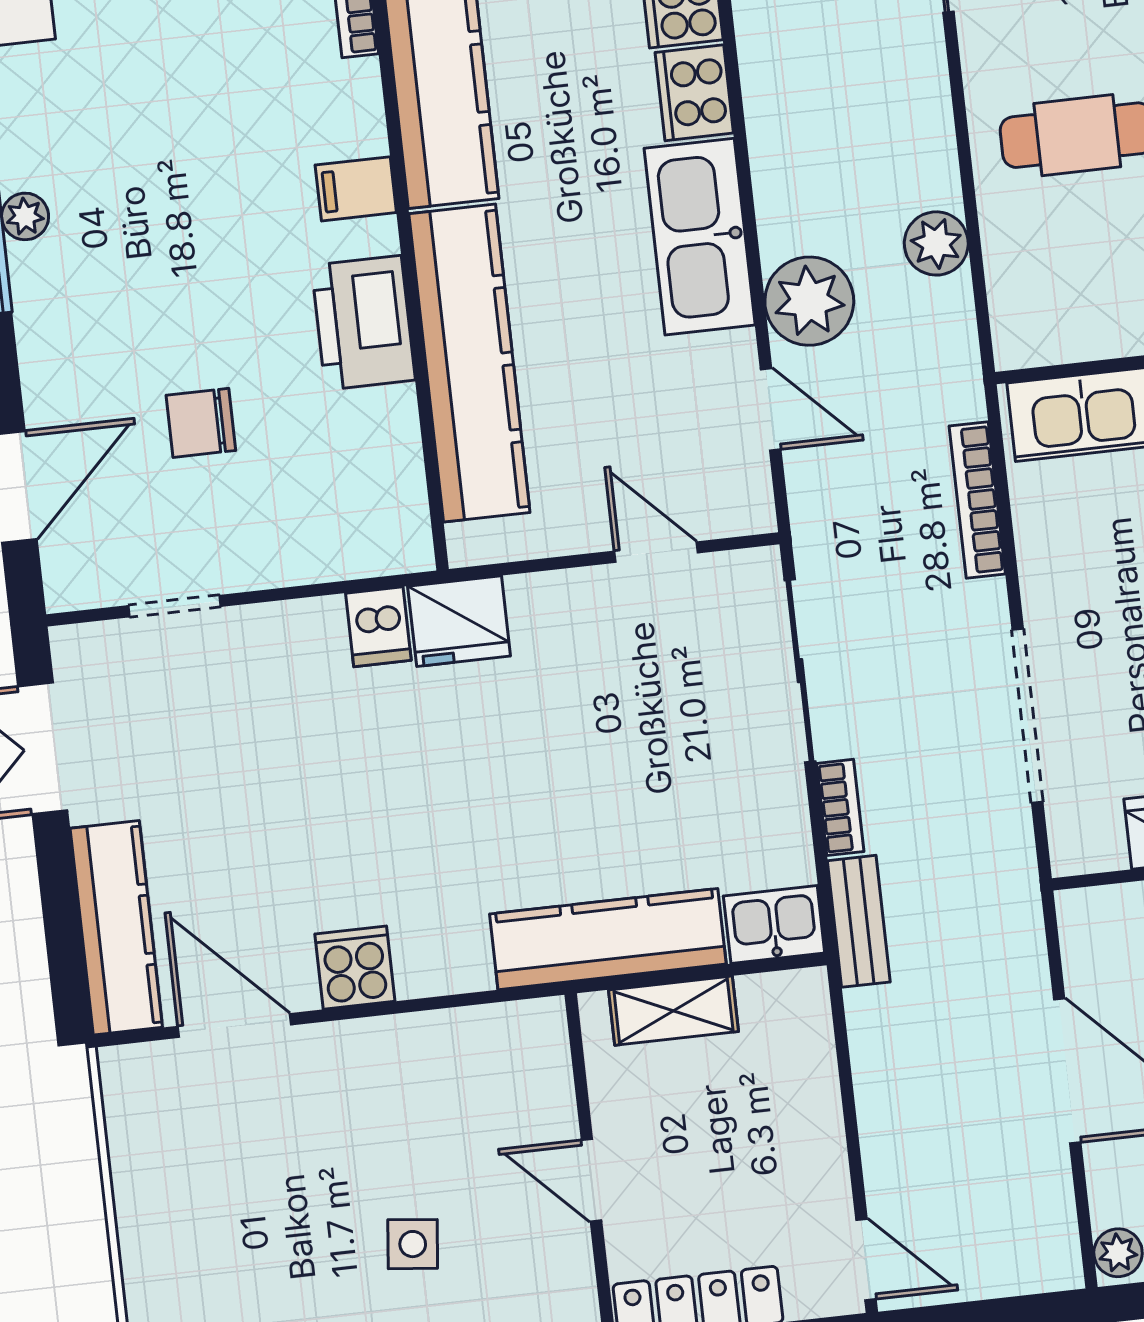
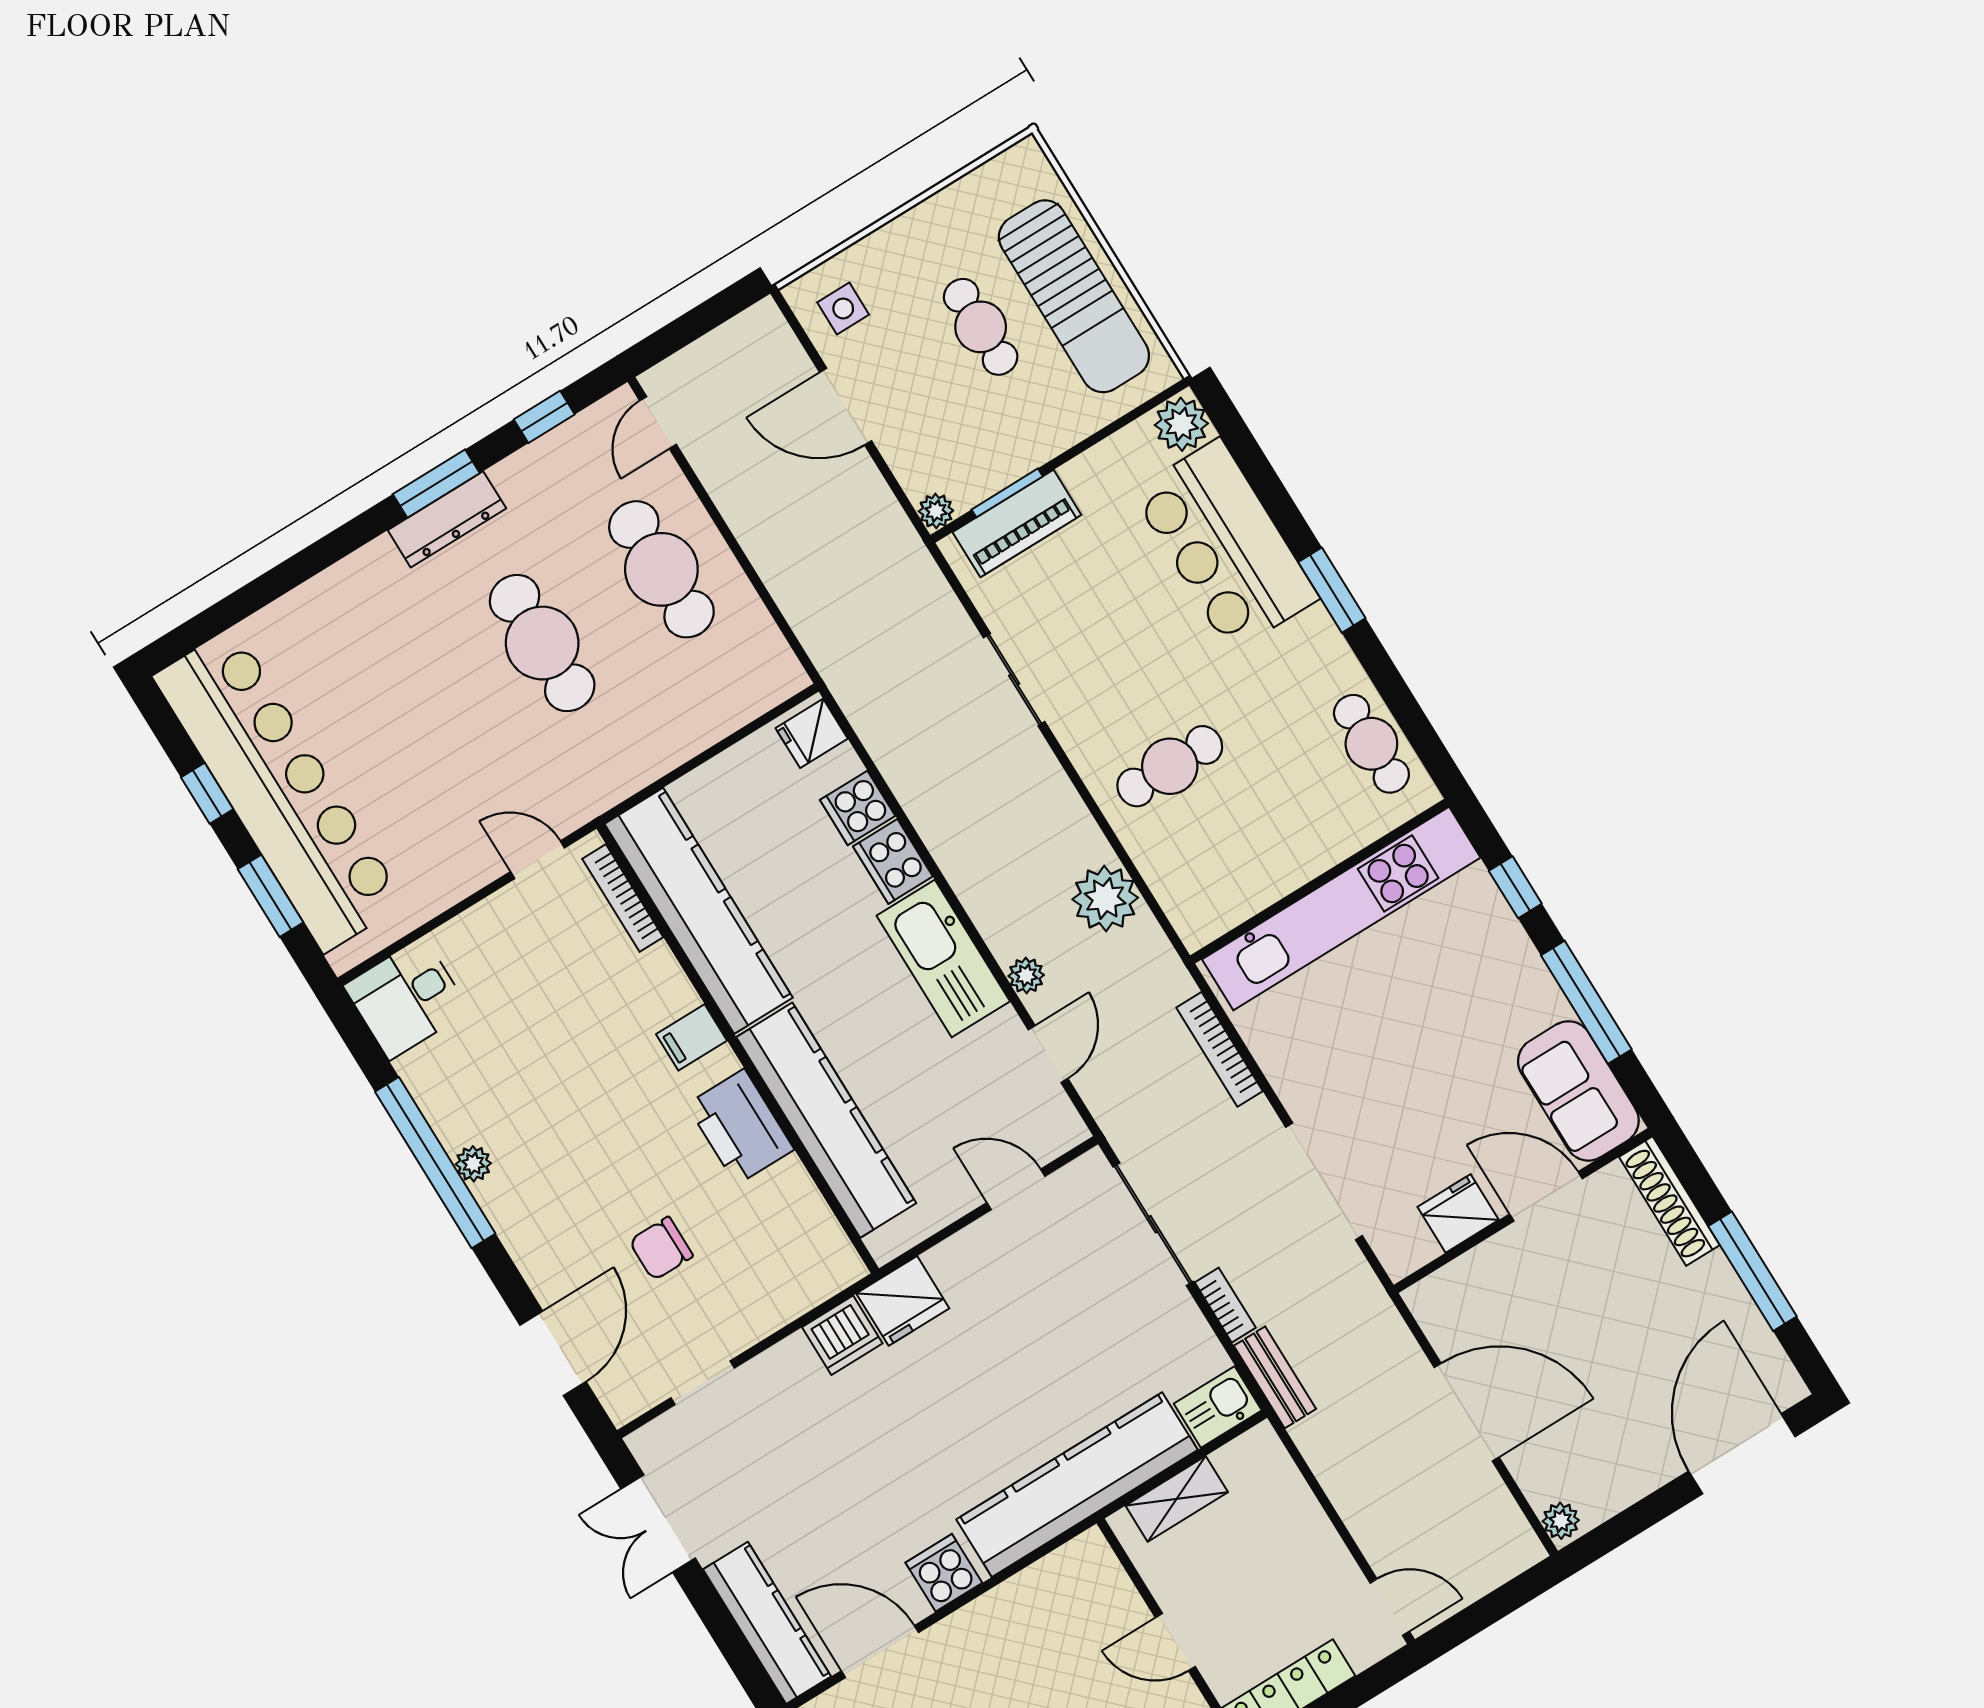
plant: (936, 243) -> (1105, 899), width x1.36, depth x1.36
plant: (809, 301) -> (1026, 976), width x0.53, depth x0.53
door: (771, 409) -> (1048, 1054), hinge flipped
dishwasher: (378, 627) -> (842, 1335), width x1.38
kitchen counter: (608, 939) -> (1077, 1485), width x1.39, depth x1.17

